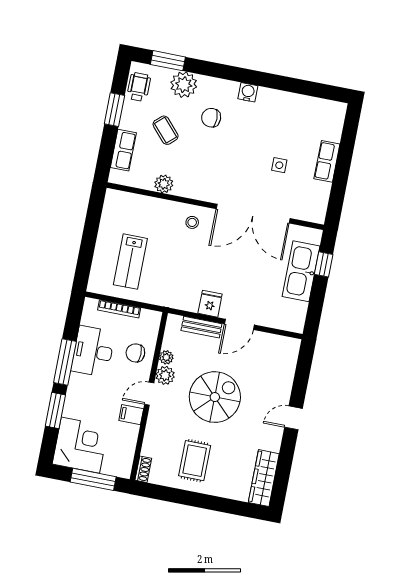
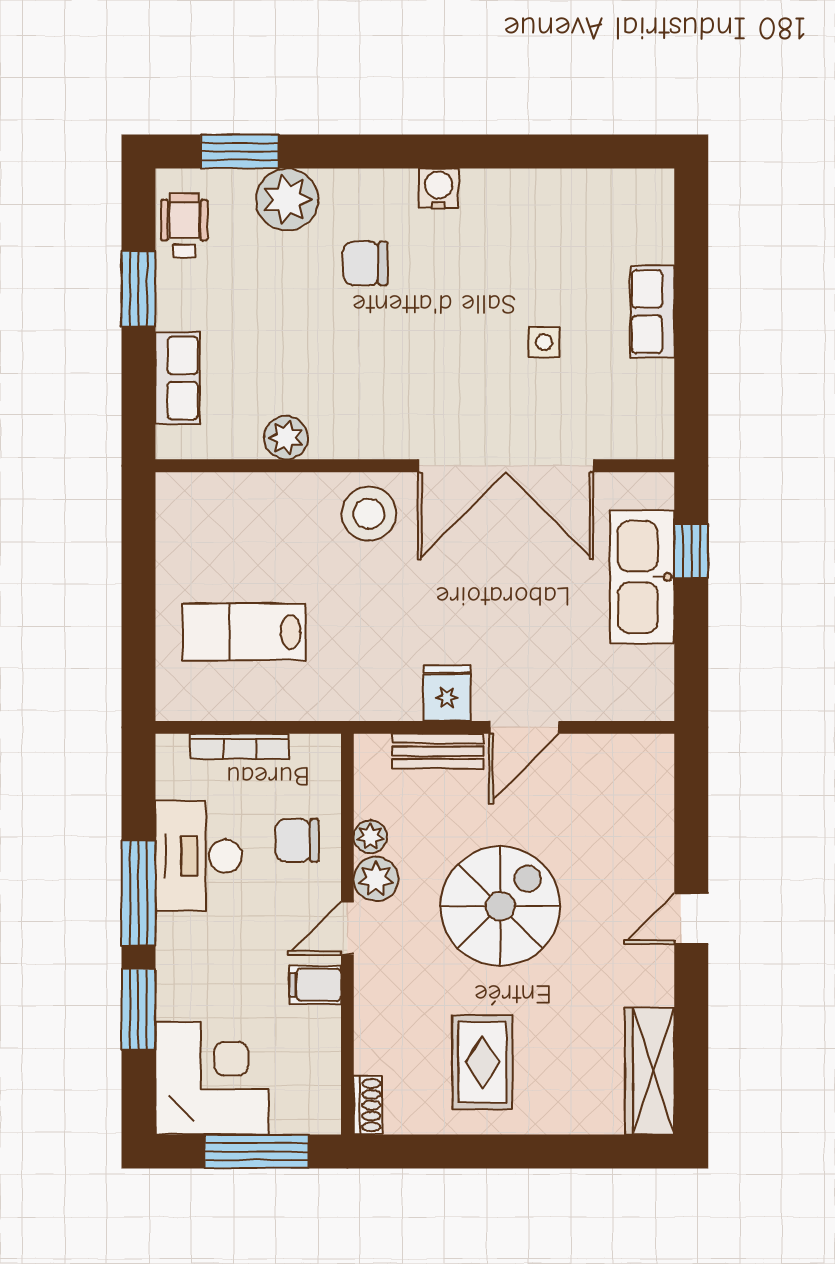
coffee table: (166, 130) -> (266, 313), removed
stool: (192, 222) -> (369, 514), width x1.89, depth x1.89
lab bench: (130, 262) -> (244, 632), turned 90

